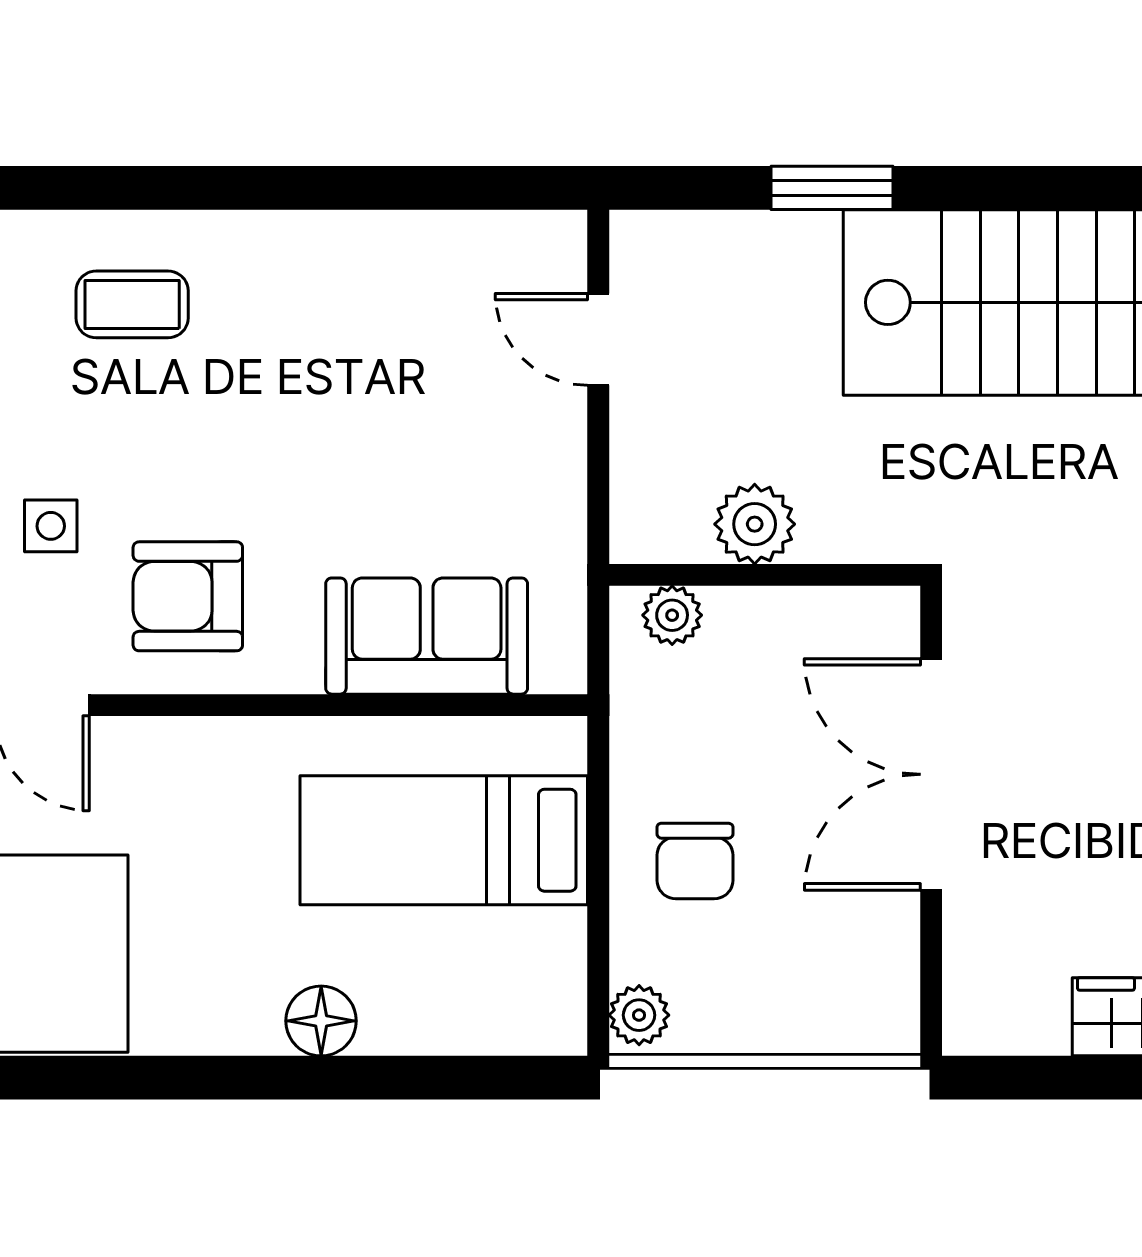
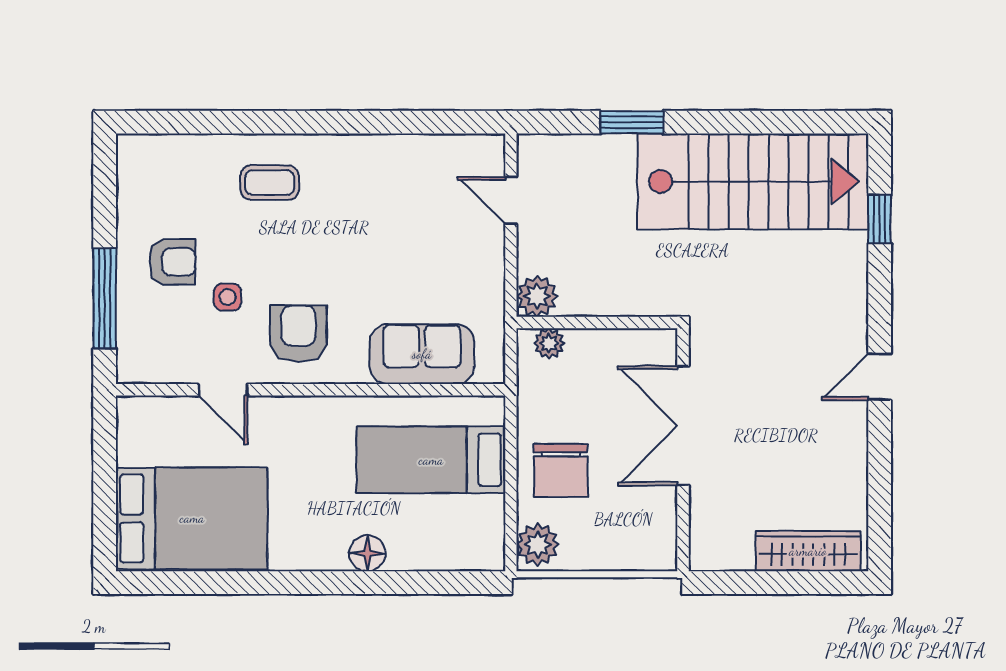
plant: (755, 524) -> (537, 296), moved
armchair: (188, 596) -> (298, 334), turned 90
chair: (695, 861) -> (561, 471), width x1.37, depth x1.37
plant: (639, 1015) -> (538, 544), width x1.38, depth x1.38

